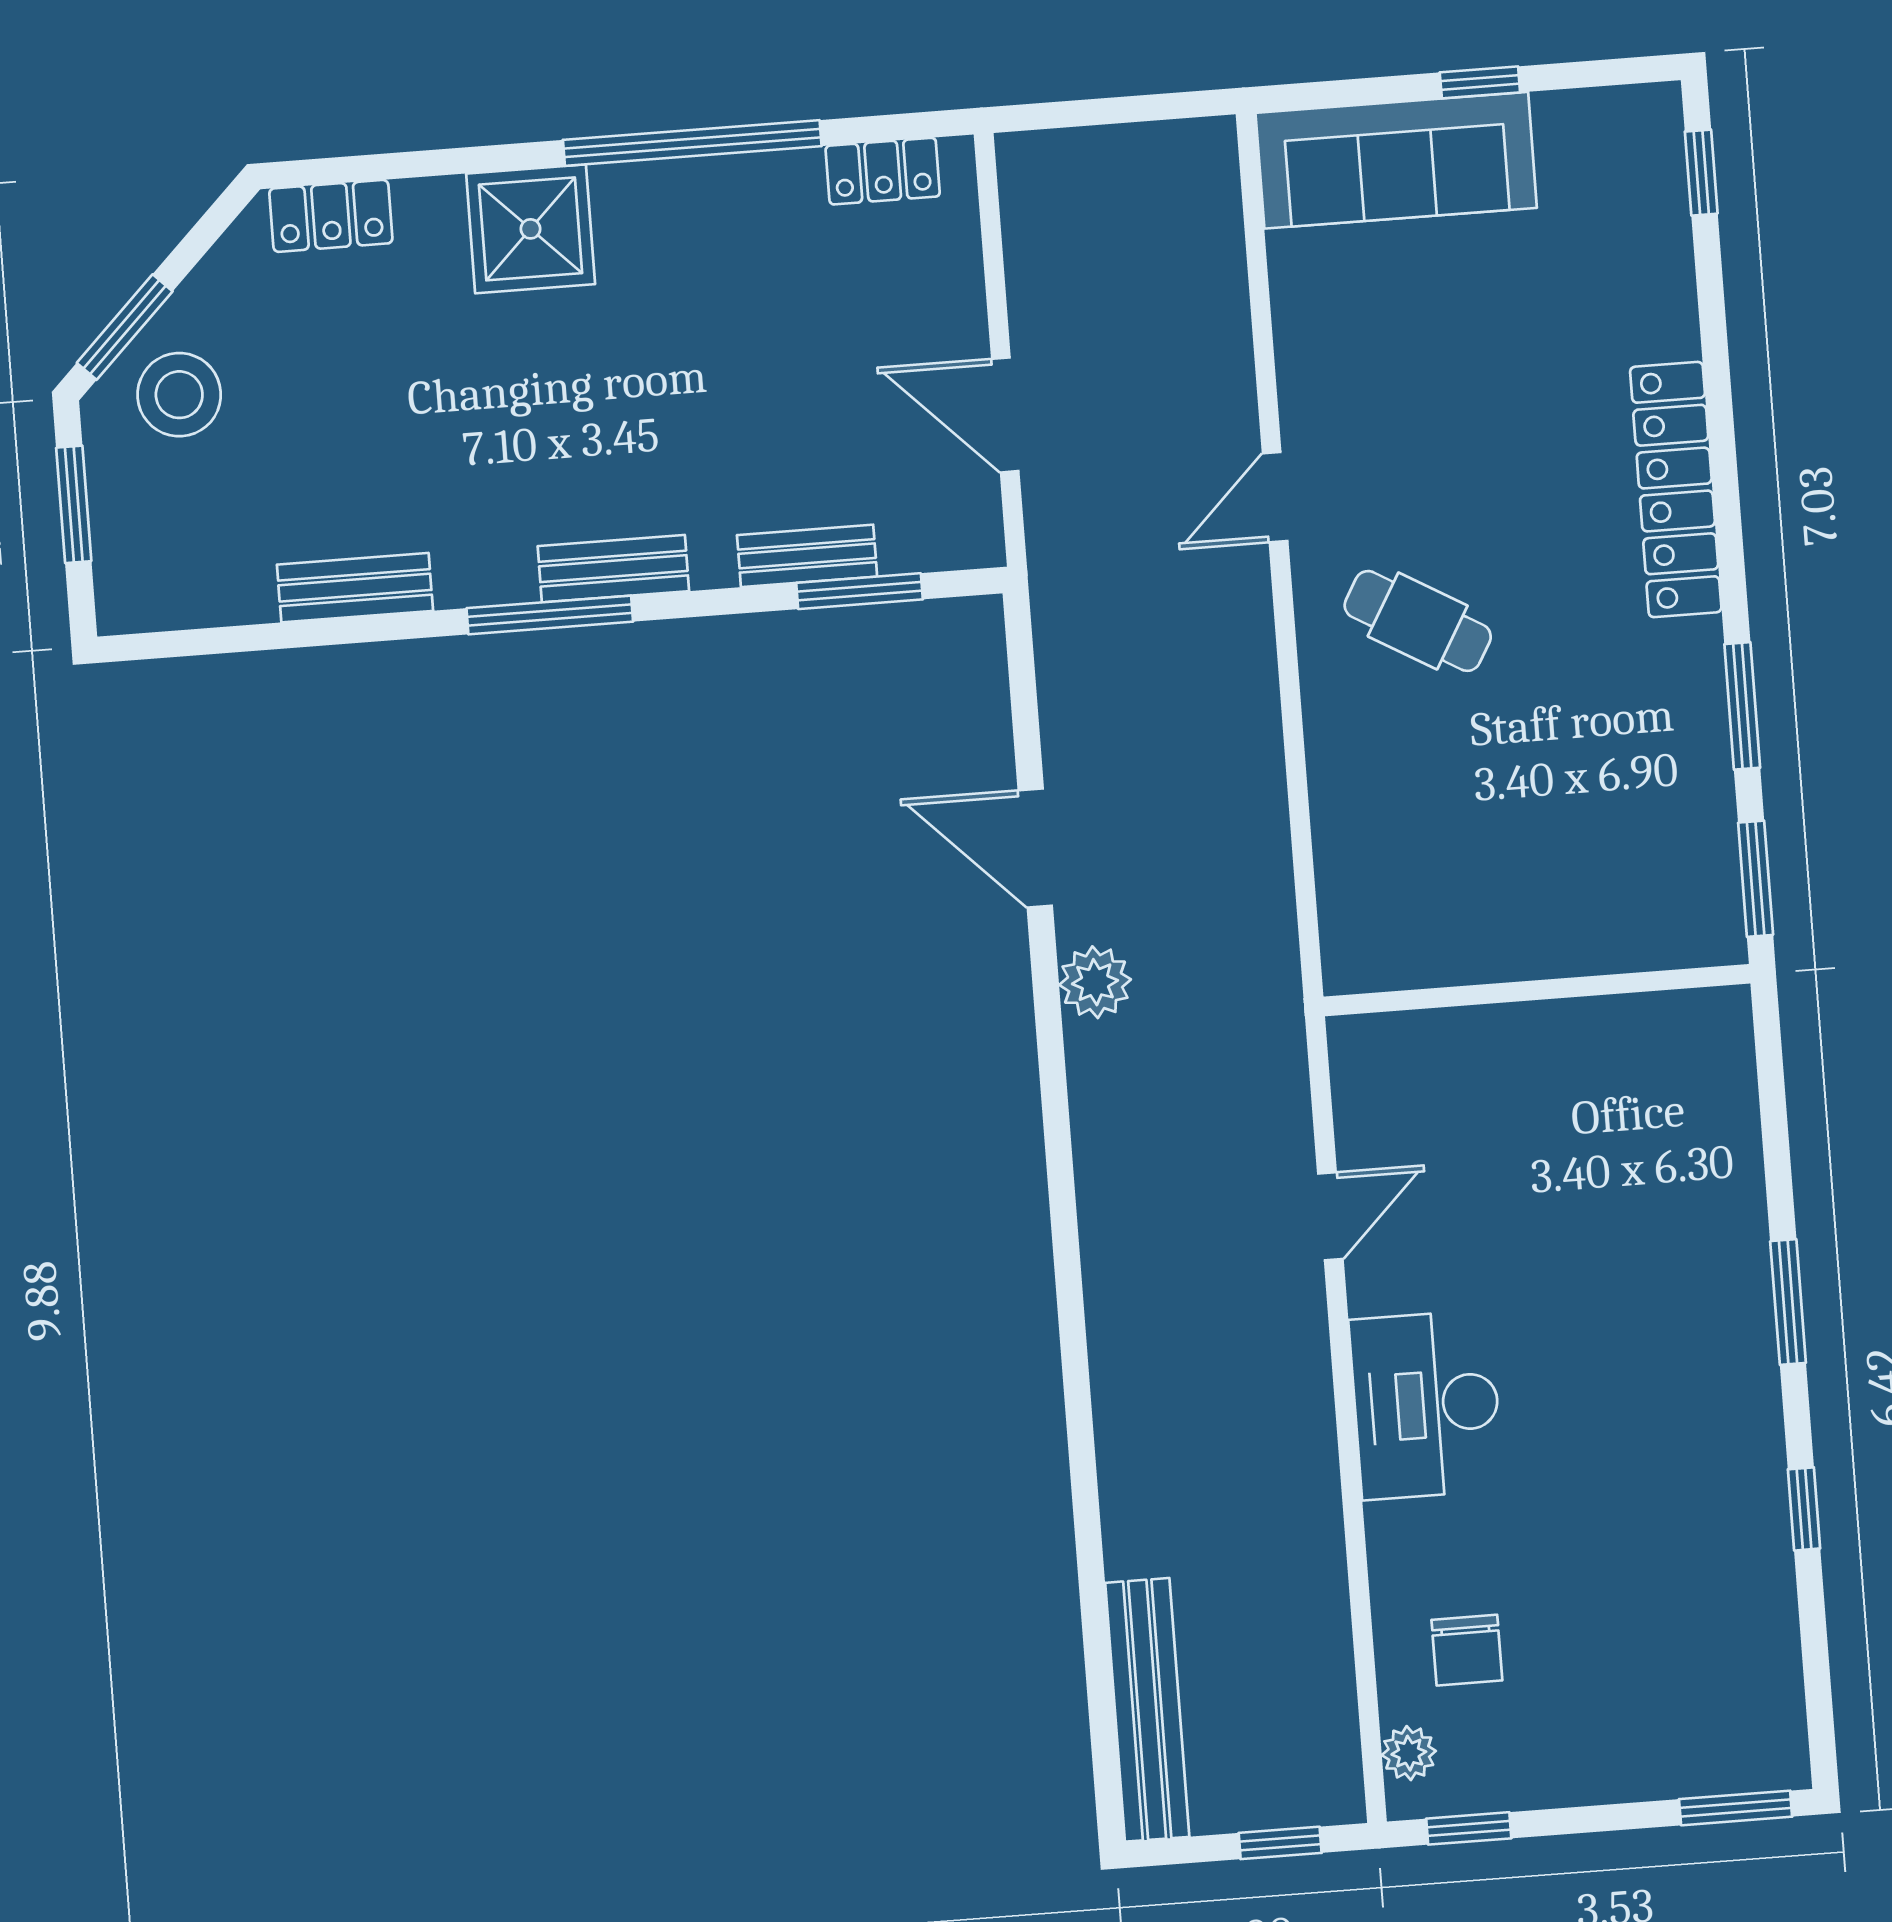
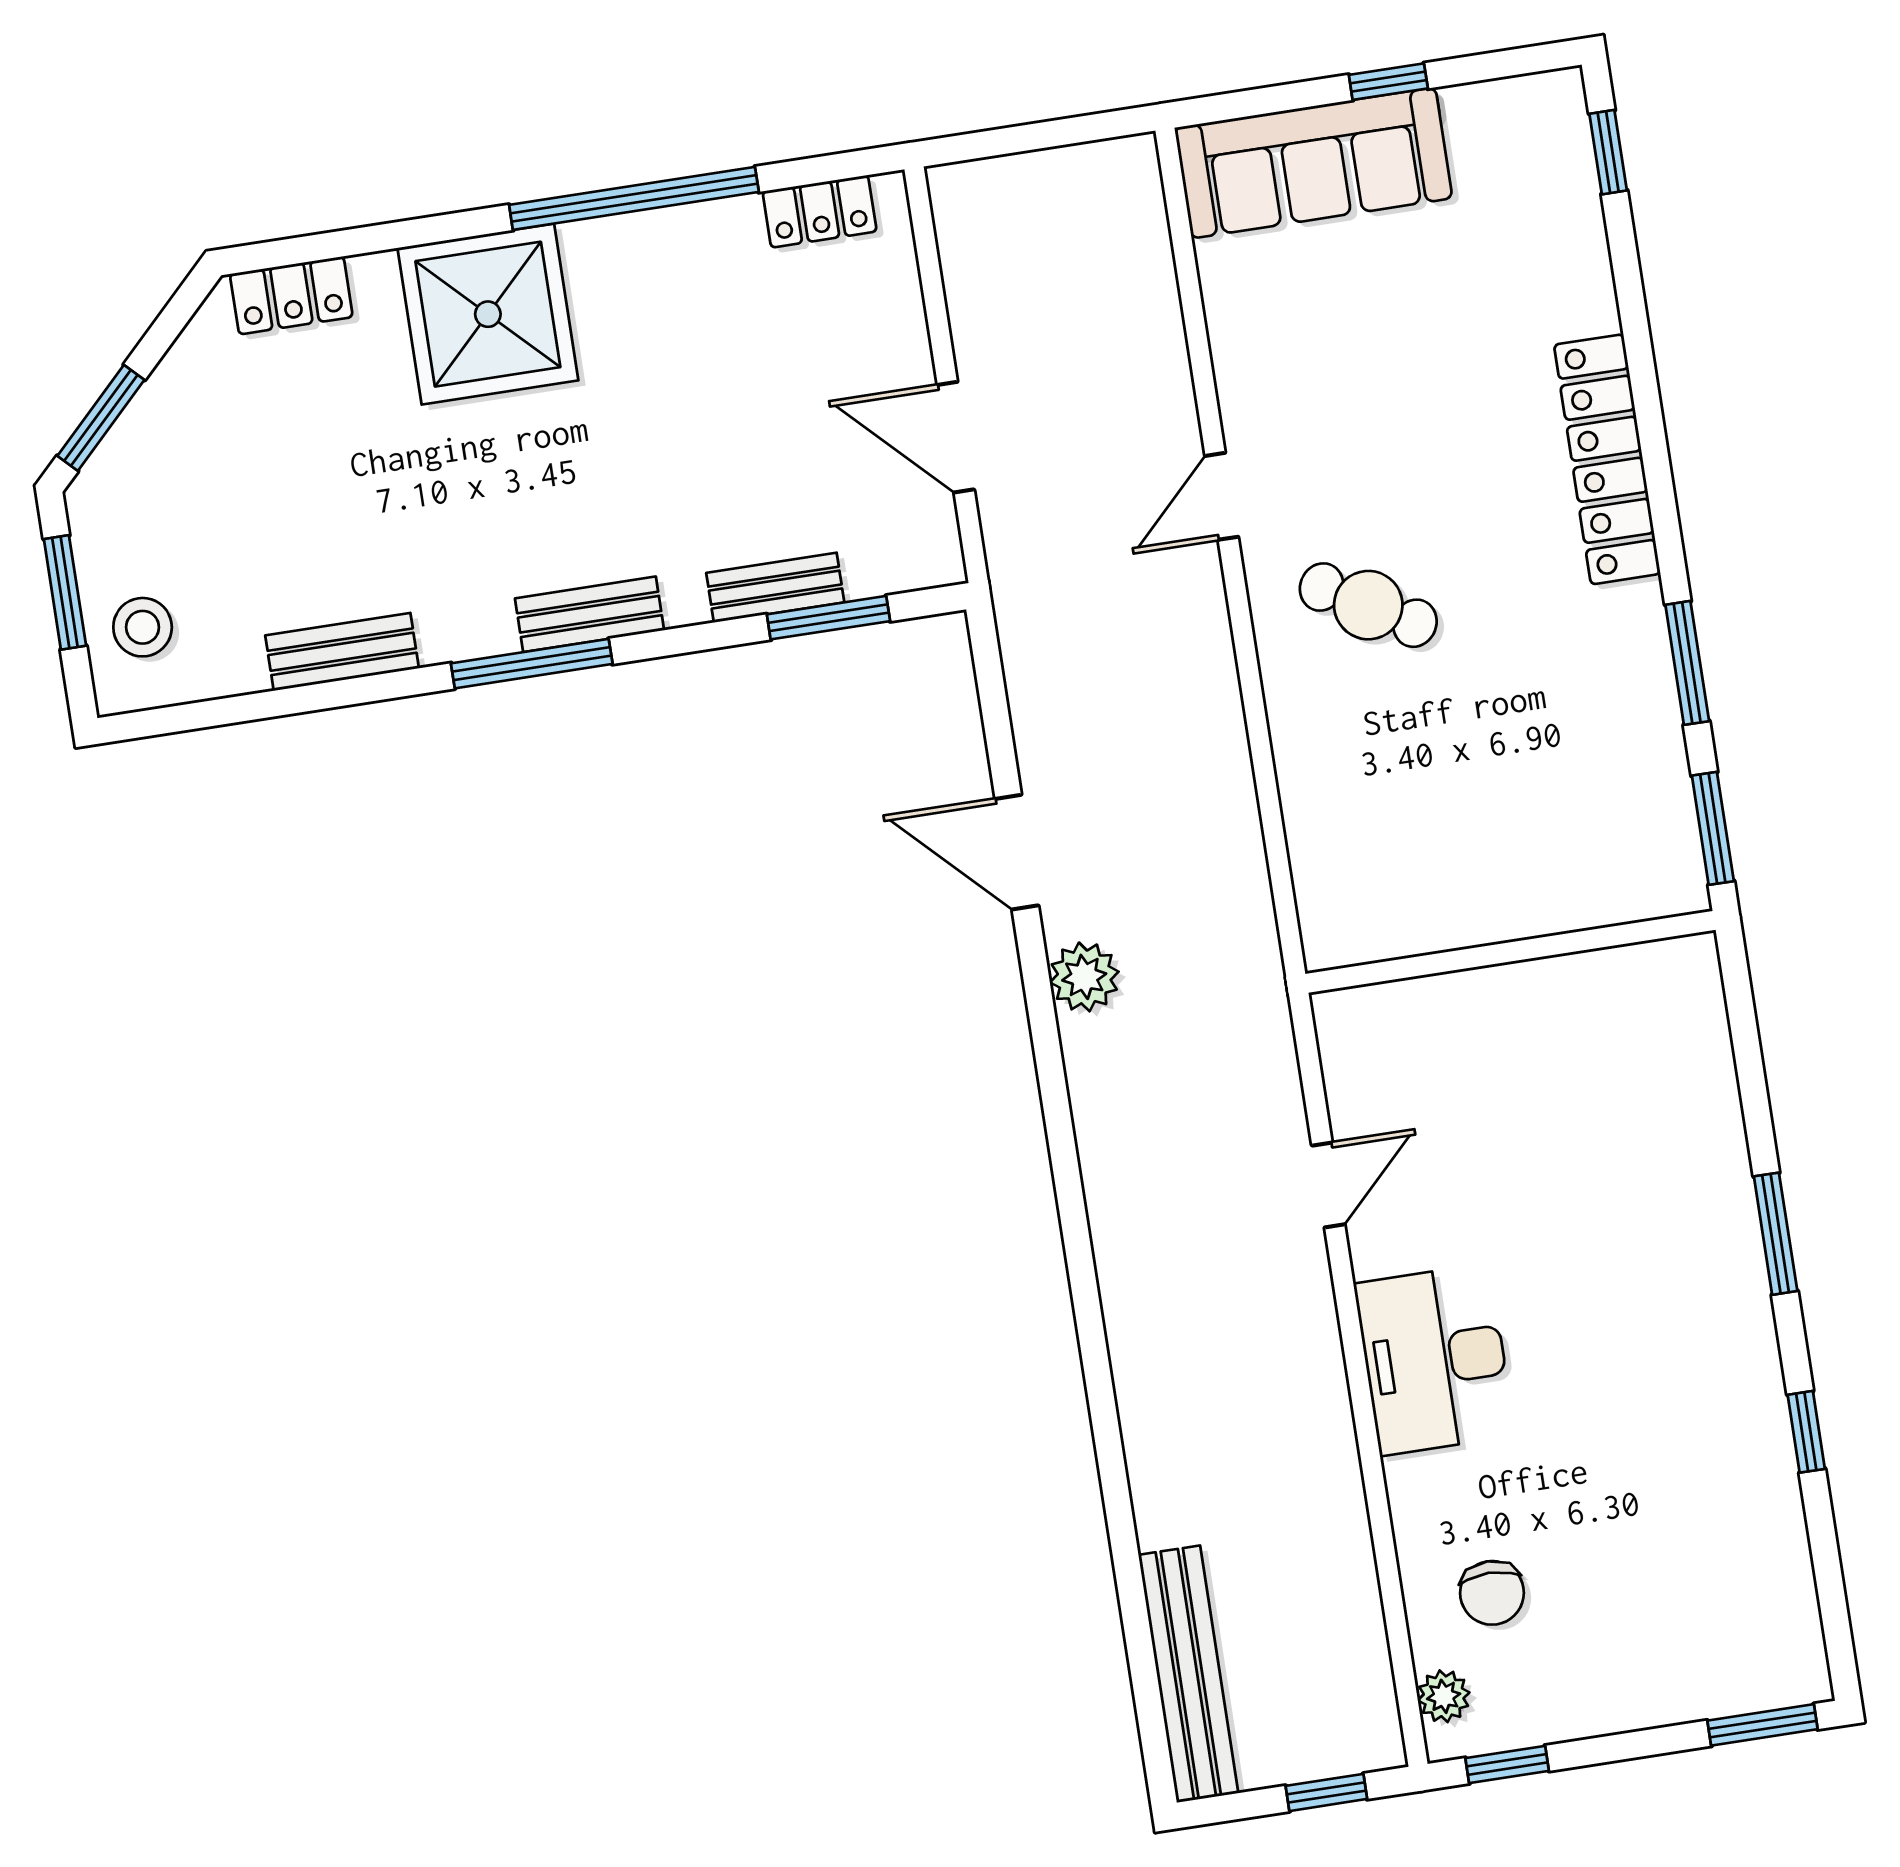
shower: (531, 229) -> (488, 314), width x1.37, depth x1.37
stool: (179, 395) -> (143, 627), moved, width x0.73, depth x0.73

